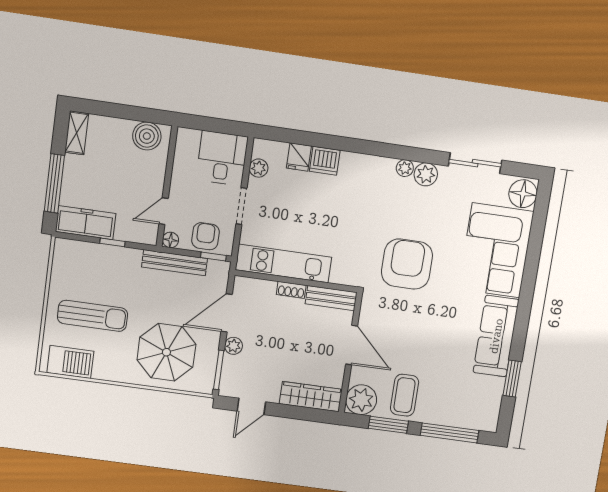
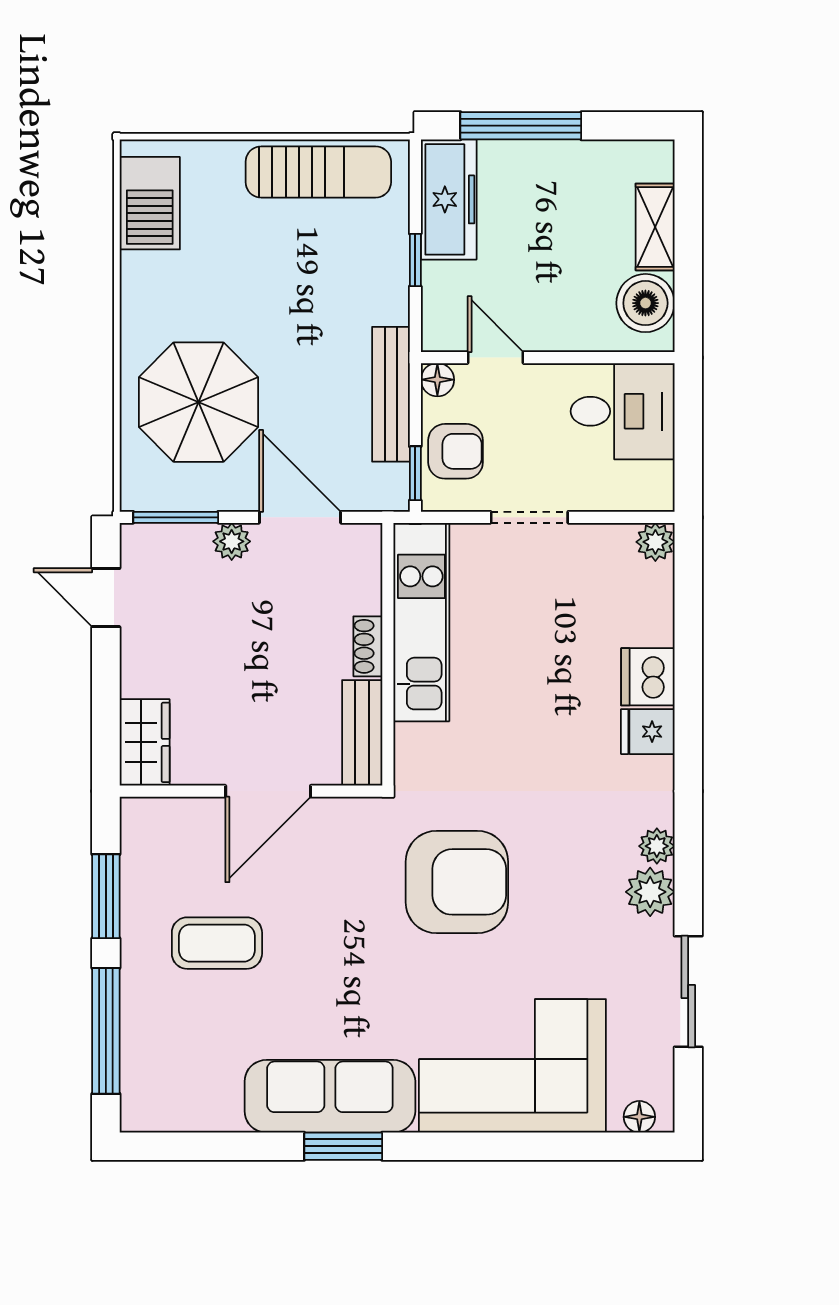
shelving: (77, 133) -> (655, 227), moved, turned 90
fridge: (299, 157) -> (648, 732), moved
desk: (222, 158) -> (623, 411), moved
plant: (259, 168) -> (655, 542), moved
floor lamp: (523, 194) -> (639, 1117), width x0.53, depth x0.53
sun lounger: (93, 316) -> (318, 172), moved, turned -90
window: (512, 378) -> (343, 1146), moved
coffee table: (405, 395) -> (217, 943), moved
wardrobe: (311, 397) -> (145, 742), width x0.67
plant: (361, 400) -> (153, 830), removed

